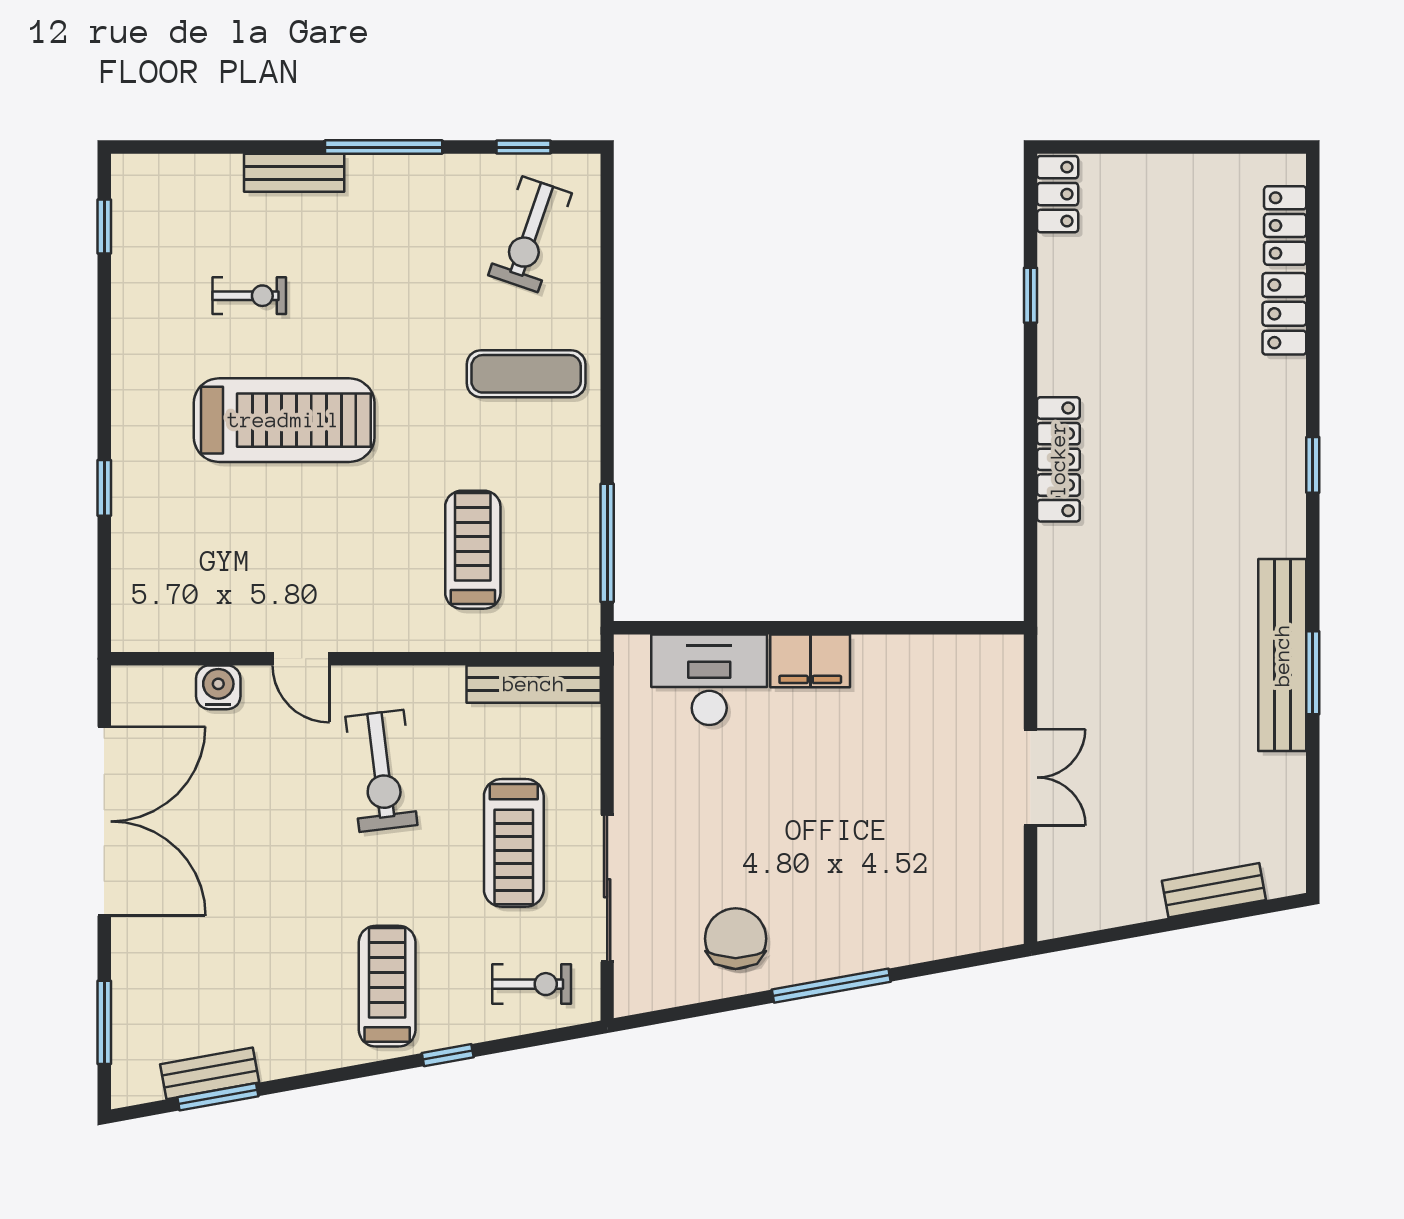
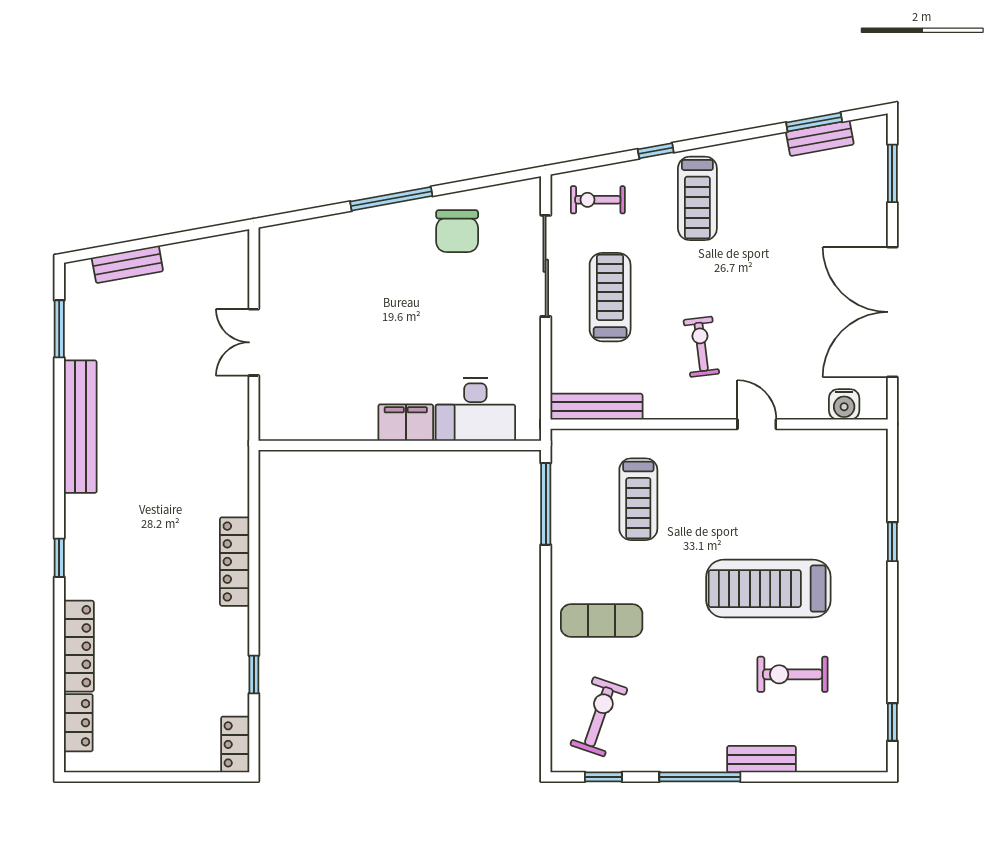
exercise bike: (249, 296) -> (793, 674), width x1.38, depth x1.39
locker: (1284, 314) -> (79, 646), width x1.53
window: (1313, 673) -> (59, 329), moved
water cooler: (218, 687) -> (844, 404), moved
exercise bike: (381, 771) -> (701, 347), width x0.73, depth x0.72

